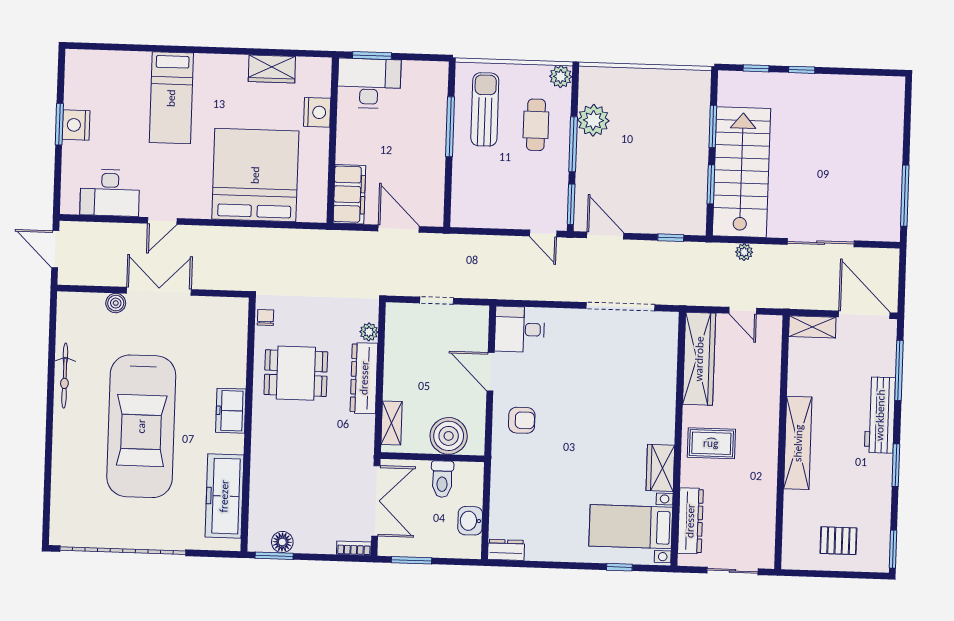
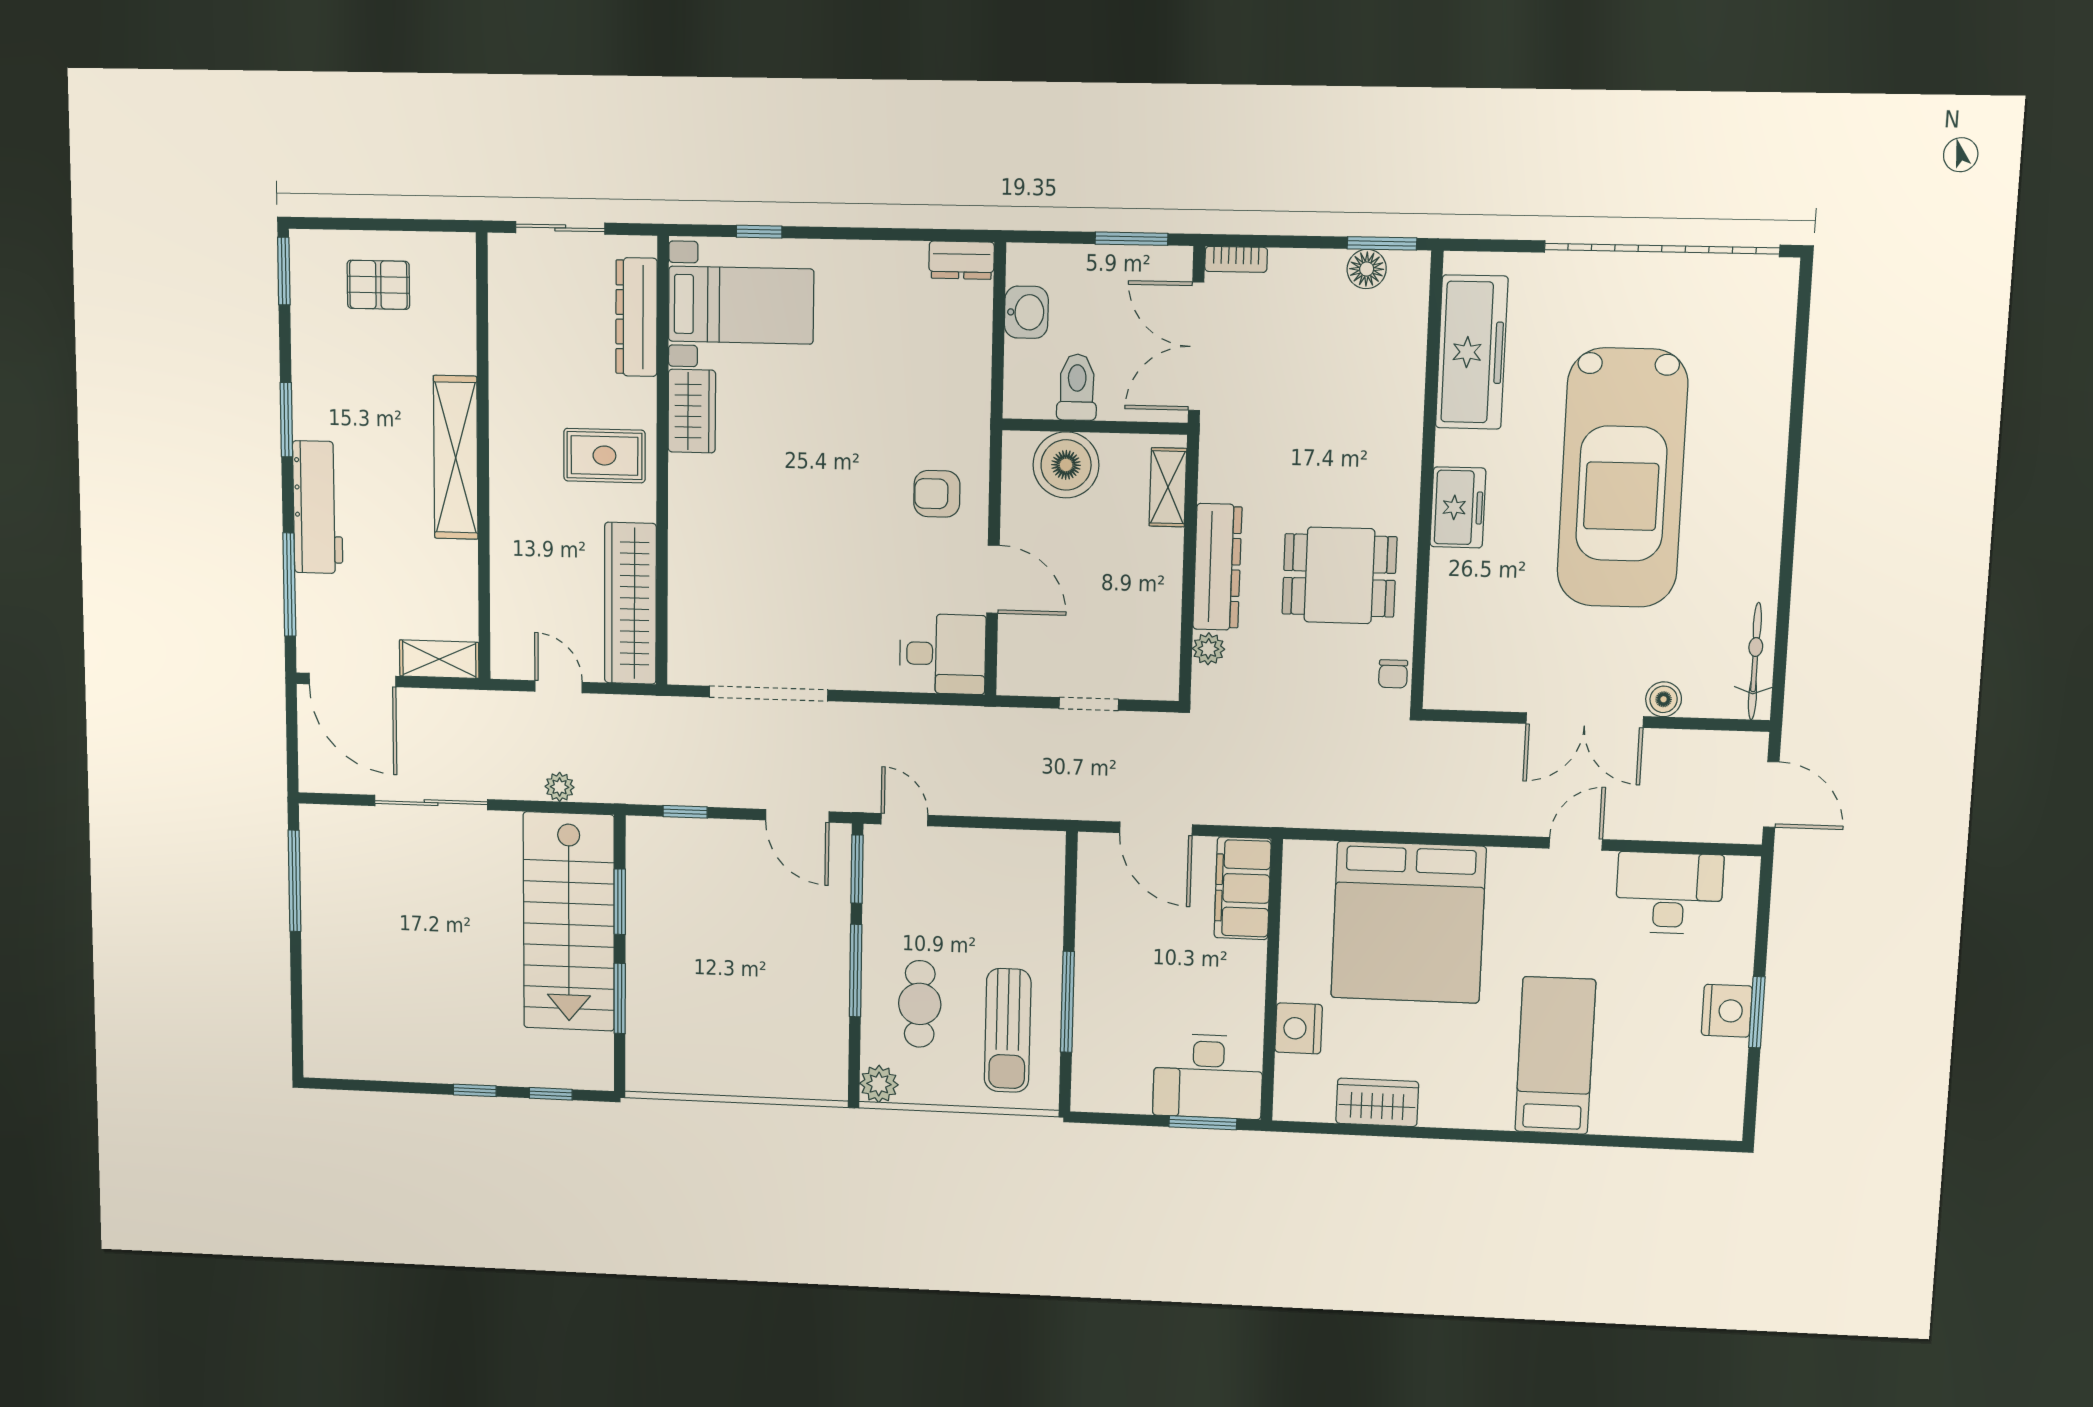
plant: (593, 120) -> (822, 1010), removed
bicycle: (65, 376) -> (1755, 661), moved
car: (141, 426) -> (1622, 478), turned 180

